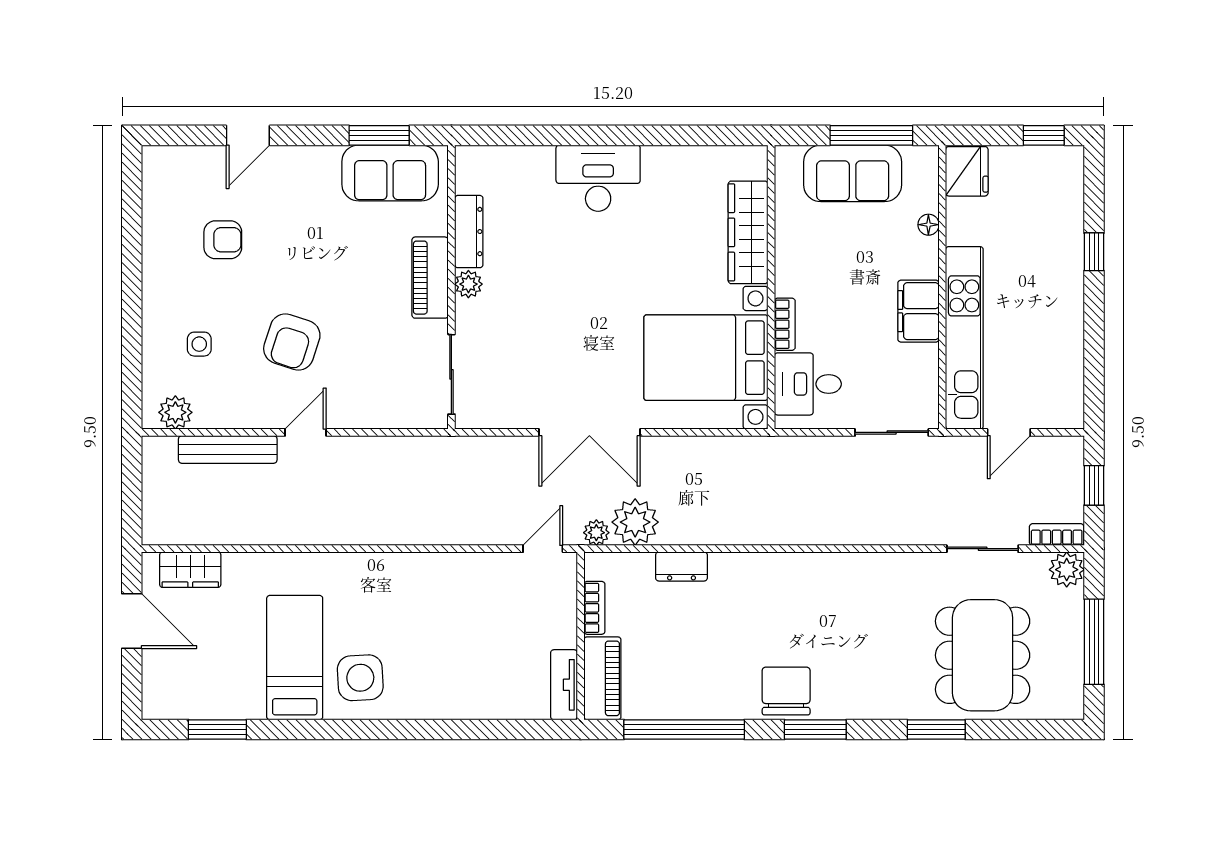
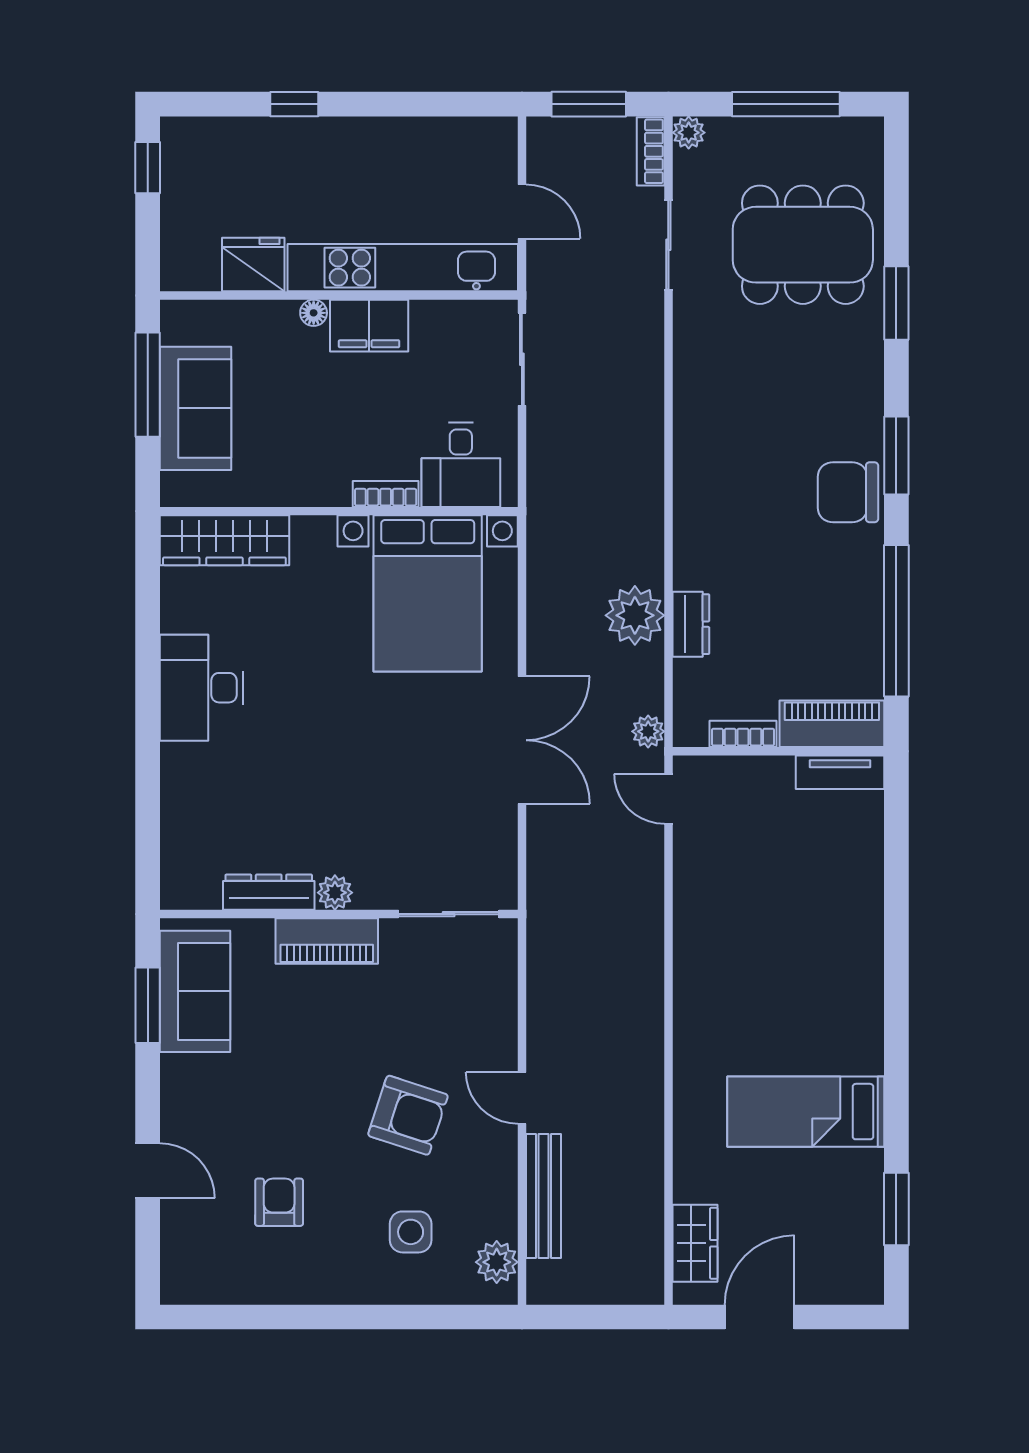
fridge: (967, 171) -> (253, 265), moved
desk: (598, 178) -> (201, 688), moved
floor lamp: (928, 225) -> (314, 313), moved
wardrobe: (748, 232) -> (224, 540), moved
side table: (199, 344) -> (411, 1232), width x1.37, depth x1.37
window: (1094, 485) -> (589, 104), width x1.50
plant: (635, 522) -> (635, 615), moved
plant: (1067, 570) -> (689, 133), width x0.73, depth x0.73
side table: (360, 678) -> (831, 1029), removed

